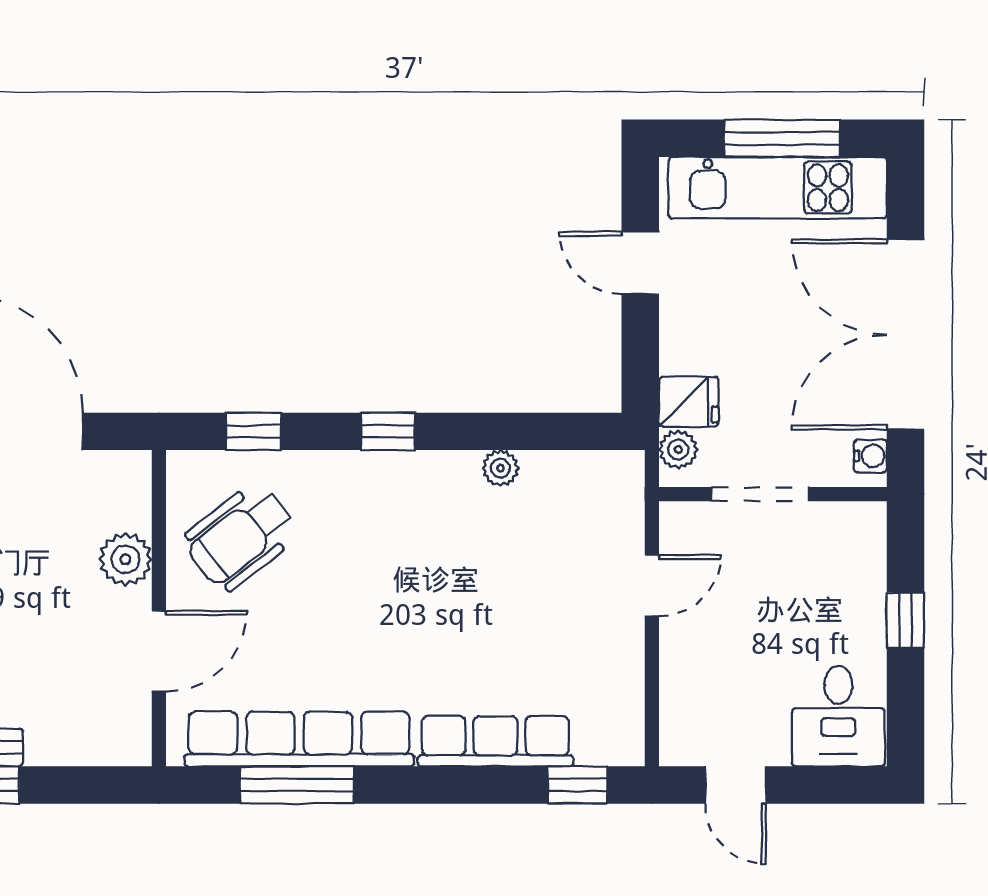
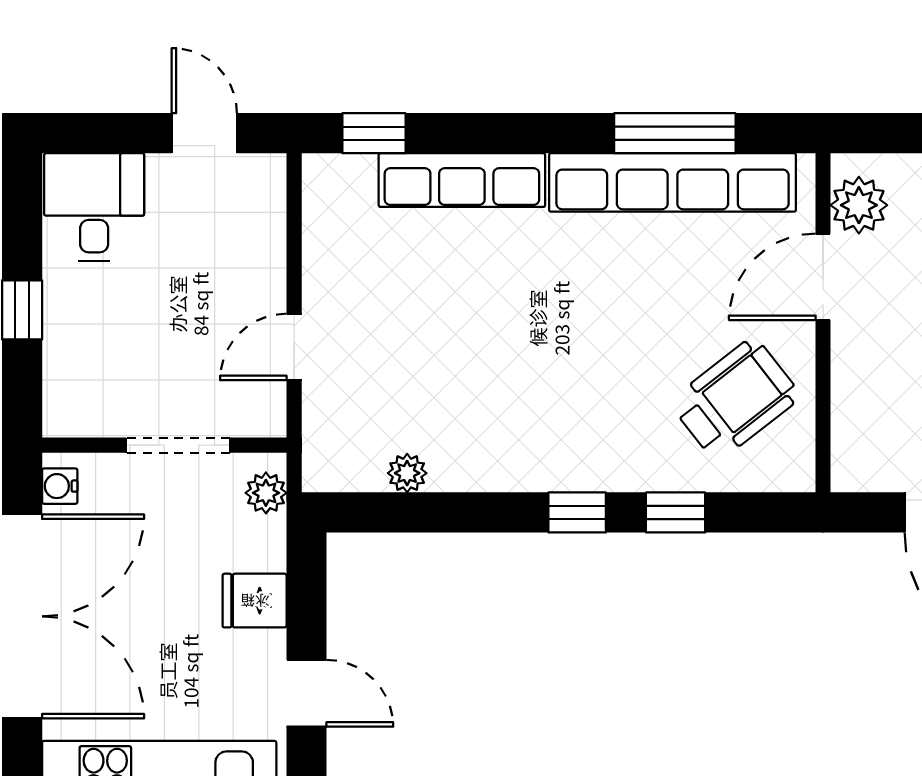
fridge: (689, 402) -> (255, 601), moved
window: (253, 431) -> (676, 512), moved
plant: (500, 468) -> (407, 473), moved
plant: (125, 559) -> (859, 205), moved

